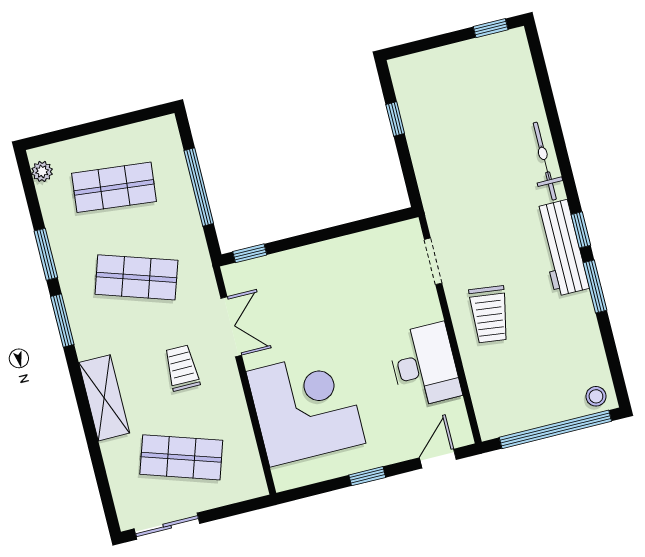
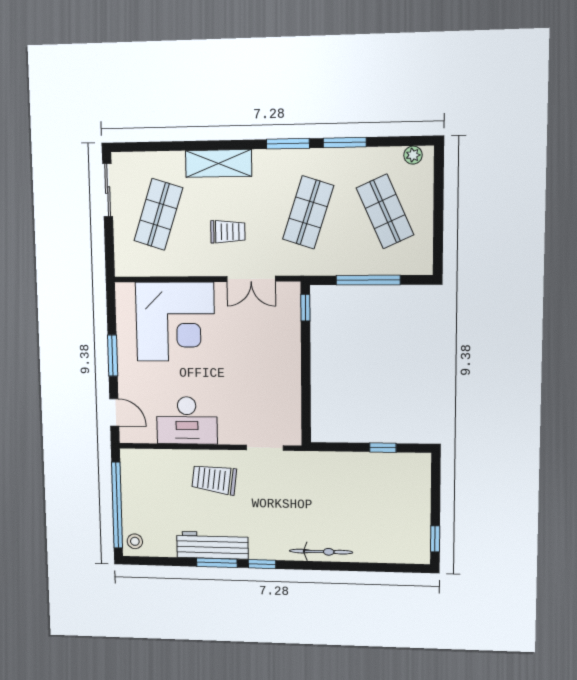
shop shelf: (114, 187) -> (385, 211), turned -30
workbench: (562, 248) -> (212, 545), moved
window: (367, 476) -> (113, 356), width x1.50

